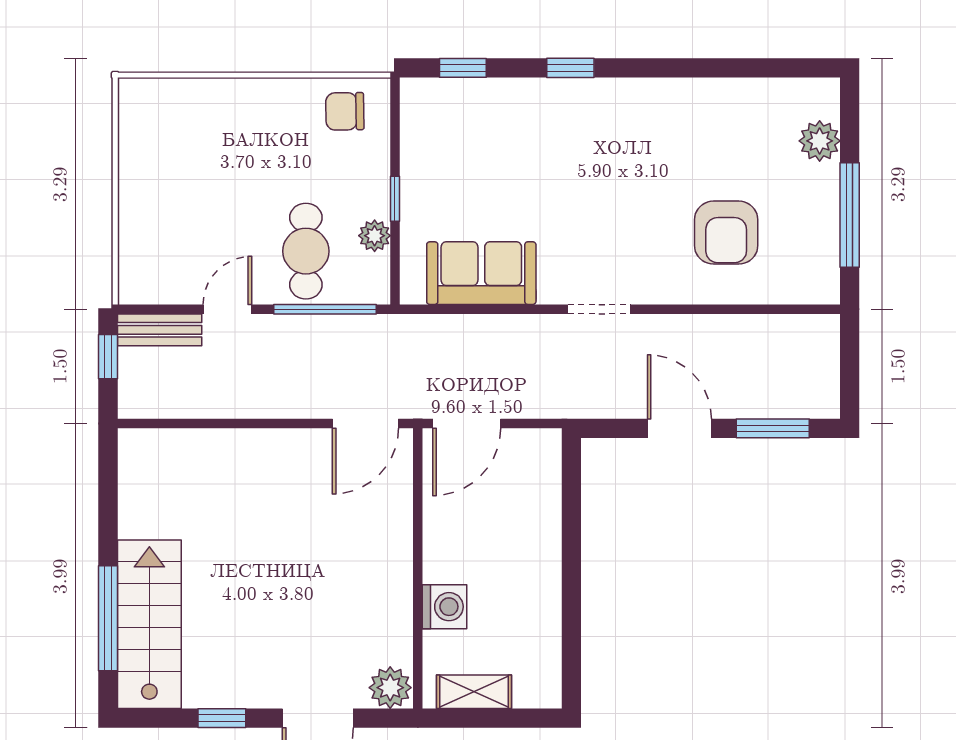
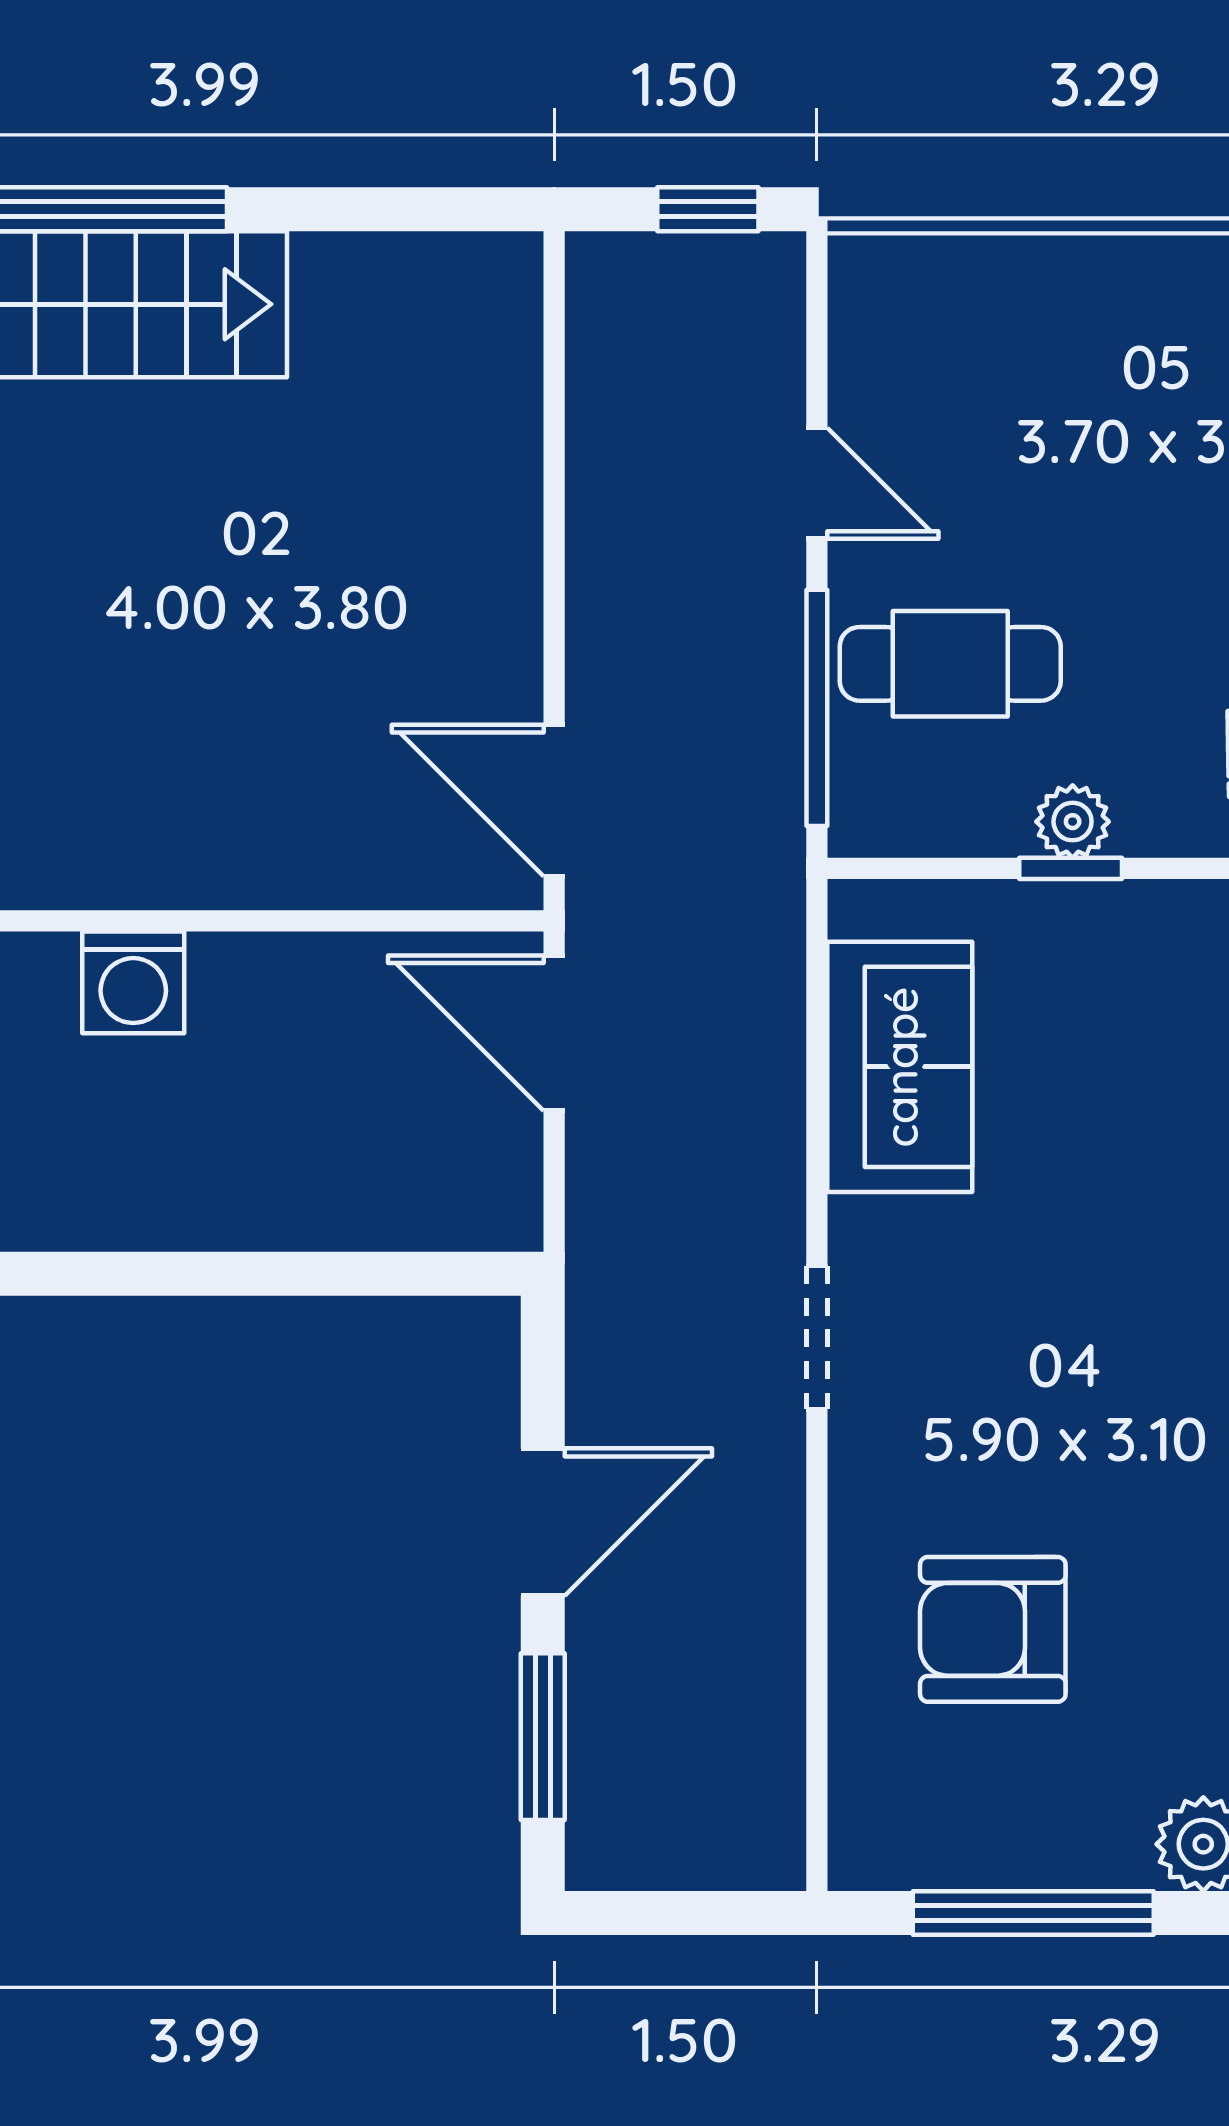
plant: (375, 236) -> (1073, 822), moved
bench: (160, 330) -> (769, 328), removed

